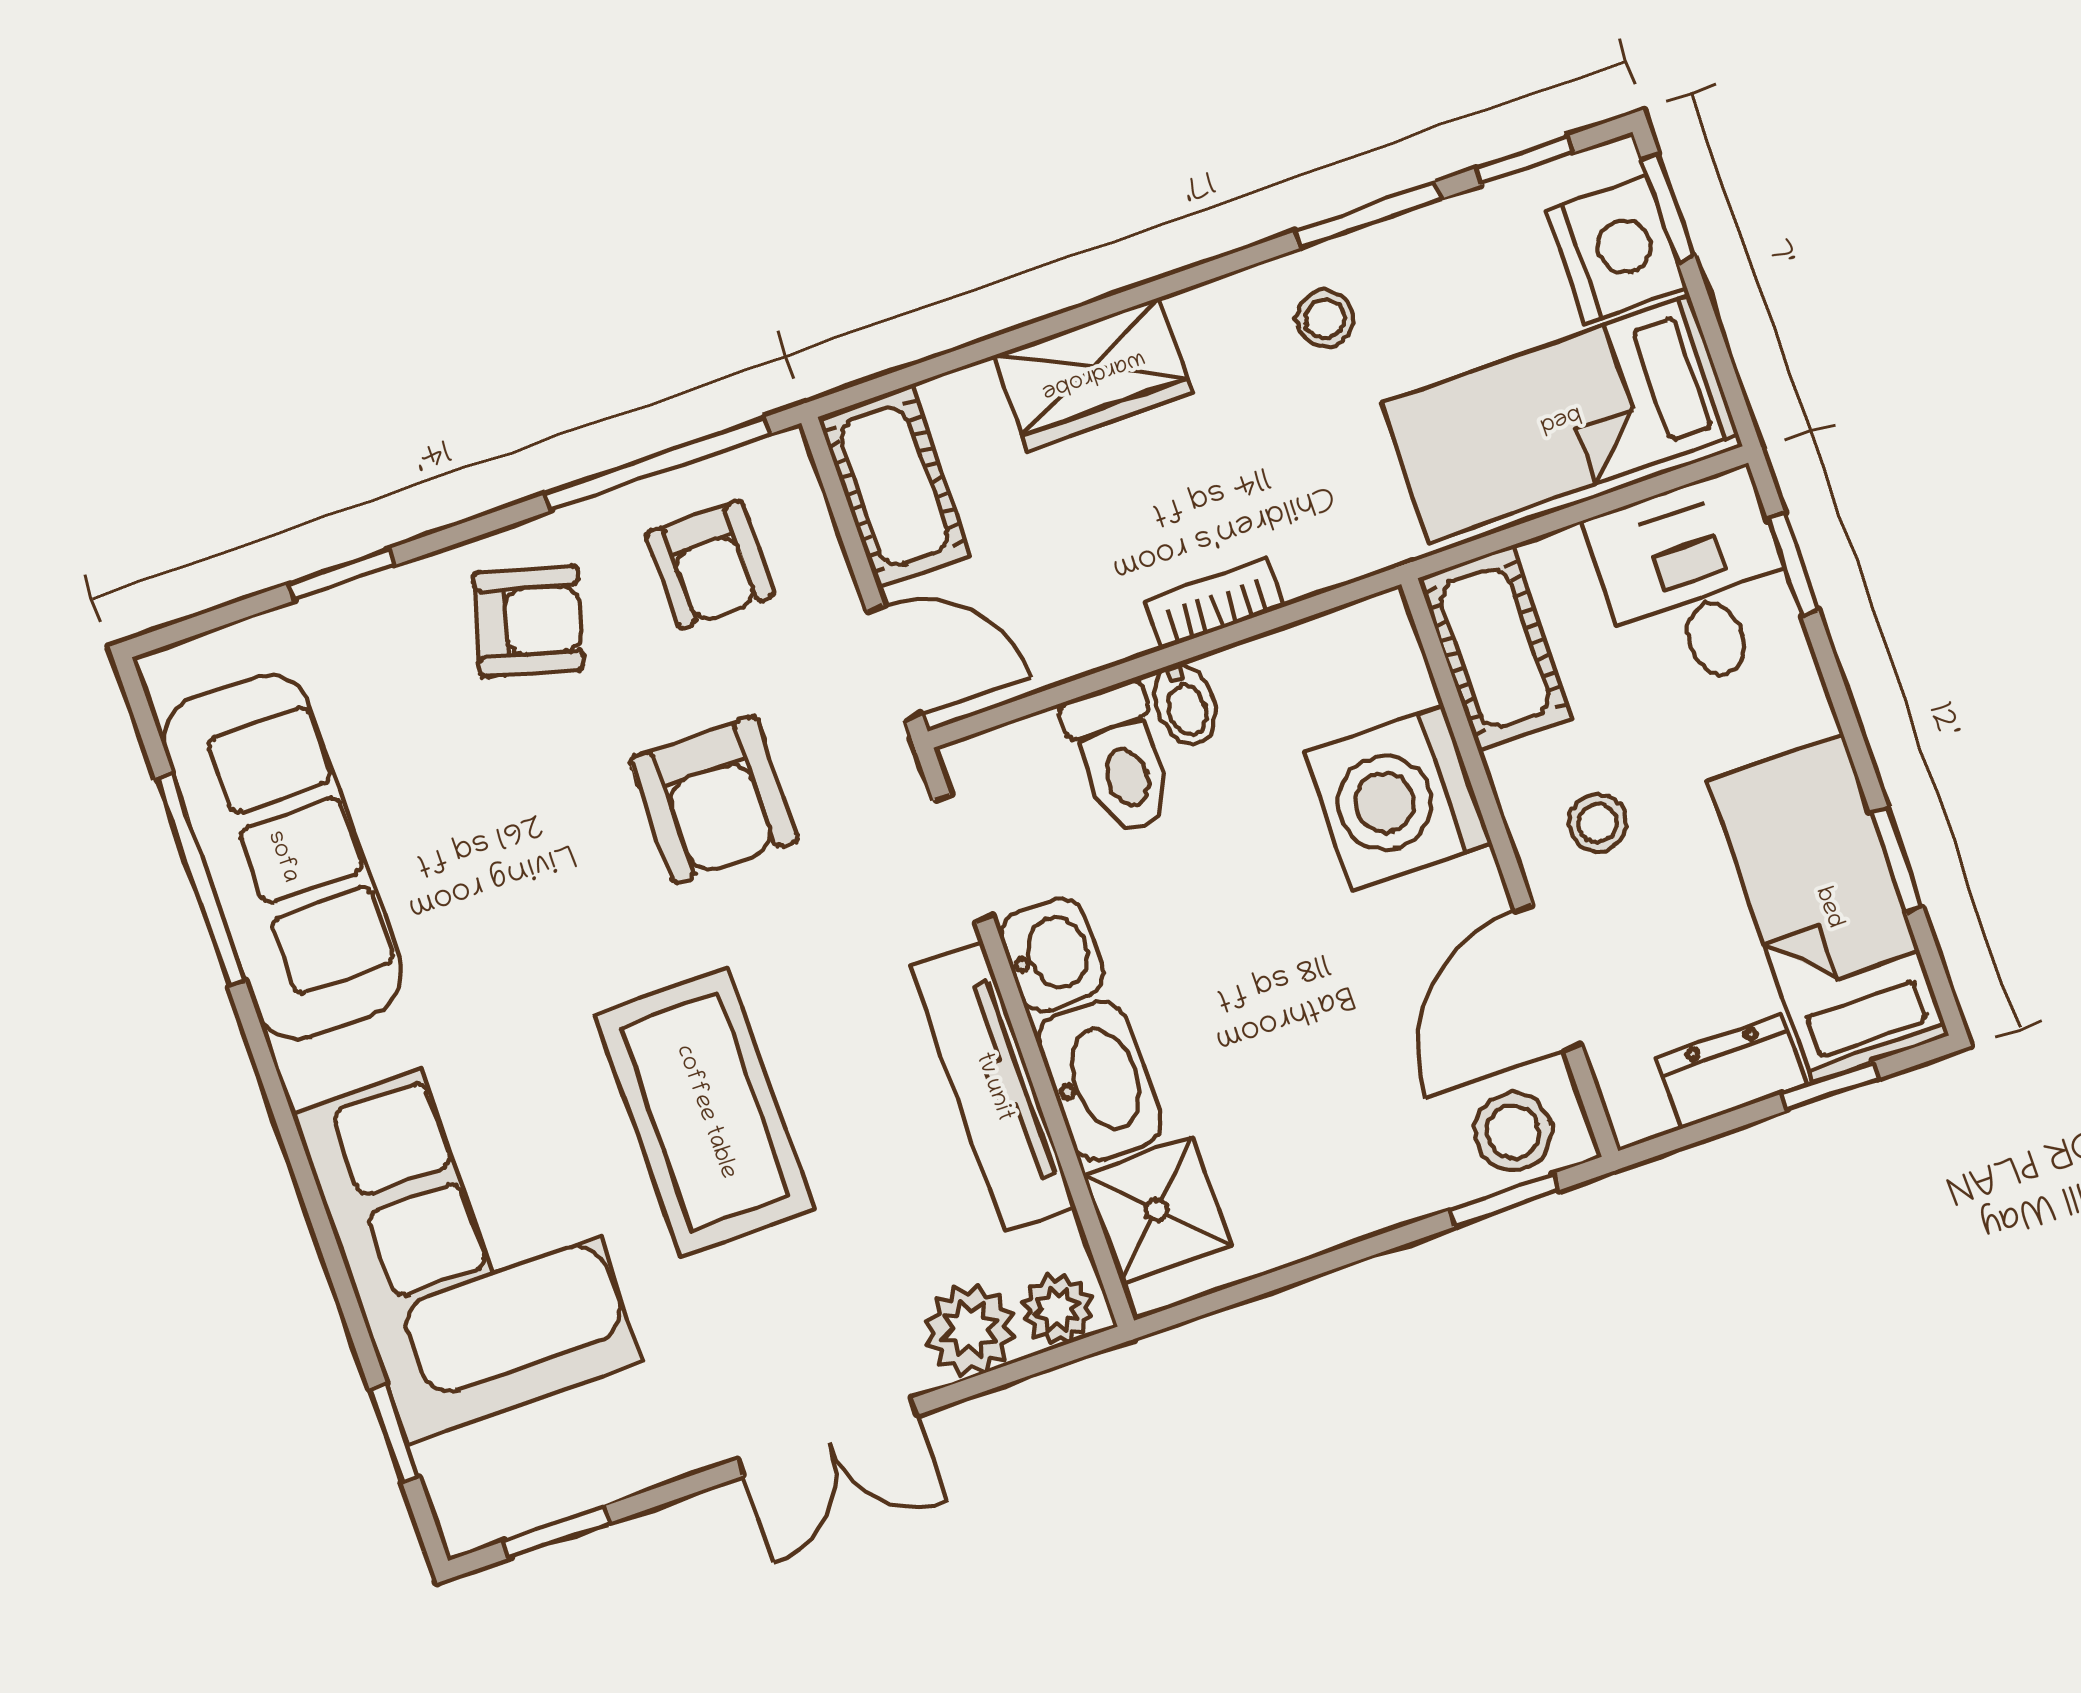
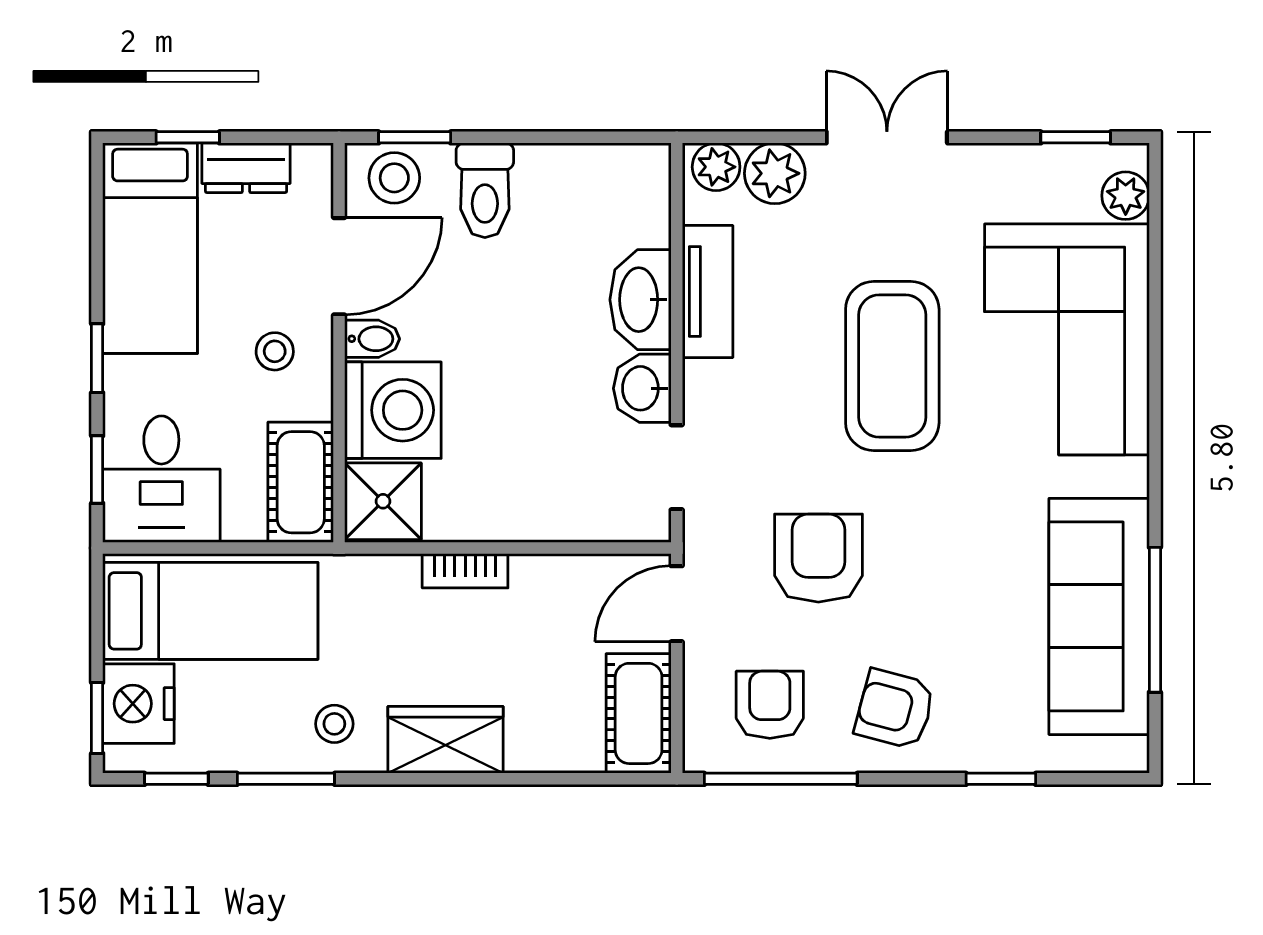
wardrobe: (1093, 374) -> (445, 740), moved
door: (895, 663) -> (677, 604), hinge flipped
bidet: (1185, 704) -> (372, 339), moved, turned 90
toilet: (1121, 758) -> (485, 190), moved, turned 180
window: (1897, 860) -> (97, 358), moved
tv unit: (993, 1087) -> (708, 292), width x0.71
shower: (1157, 1210) -> (383, 501), moved
window: (394, 1433) -> (1155, 234), removed
plant: (456, 1473) -> (1126, 196), added

